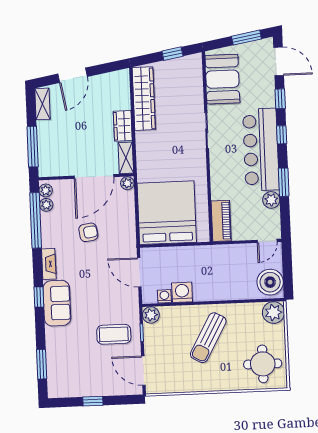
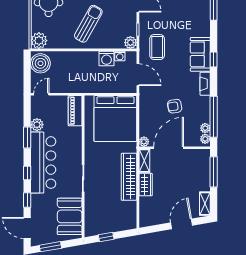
wardrobe: (144, 99) -> (129, 177), moved
coffee table: (114, 334) -> (157, 47), moved, turned 90

